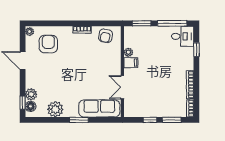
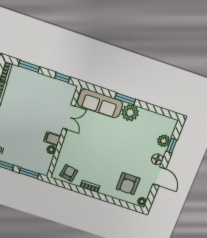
window: (23, 103) -> (172, 146), moved
floor lamp: (31, 106) -> (157, 159), moved
plant: (55, 109) -> (130, 113), moved
window: (150, 120) -> (62, 78), moved

